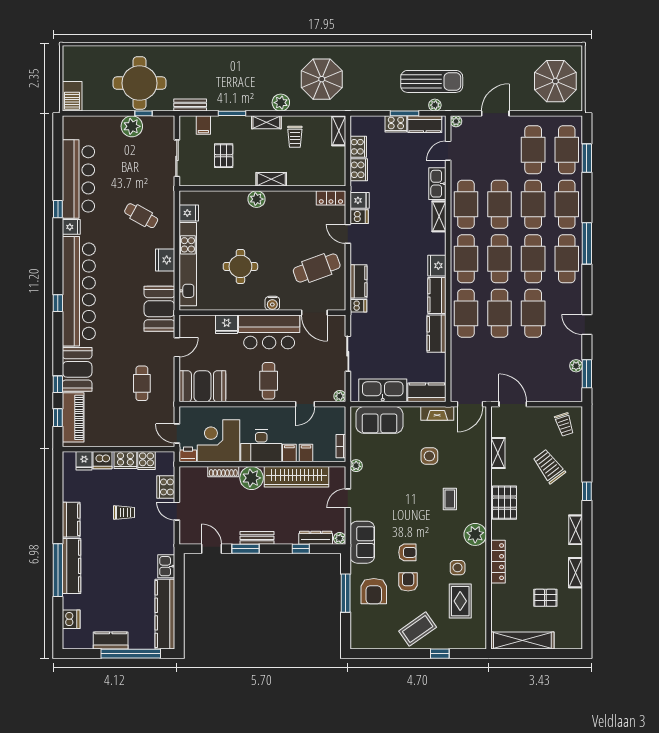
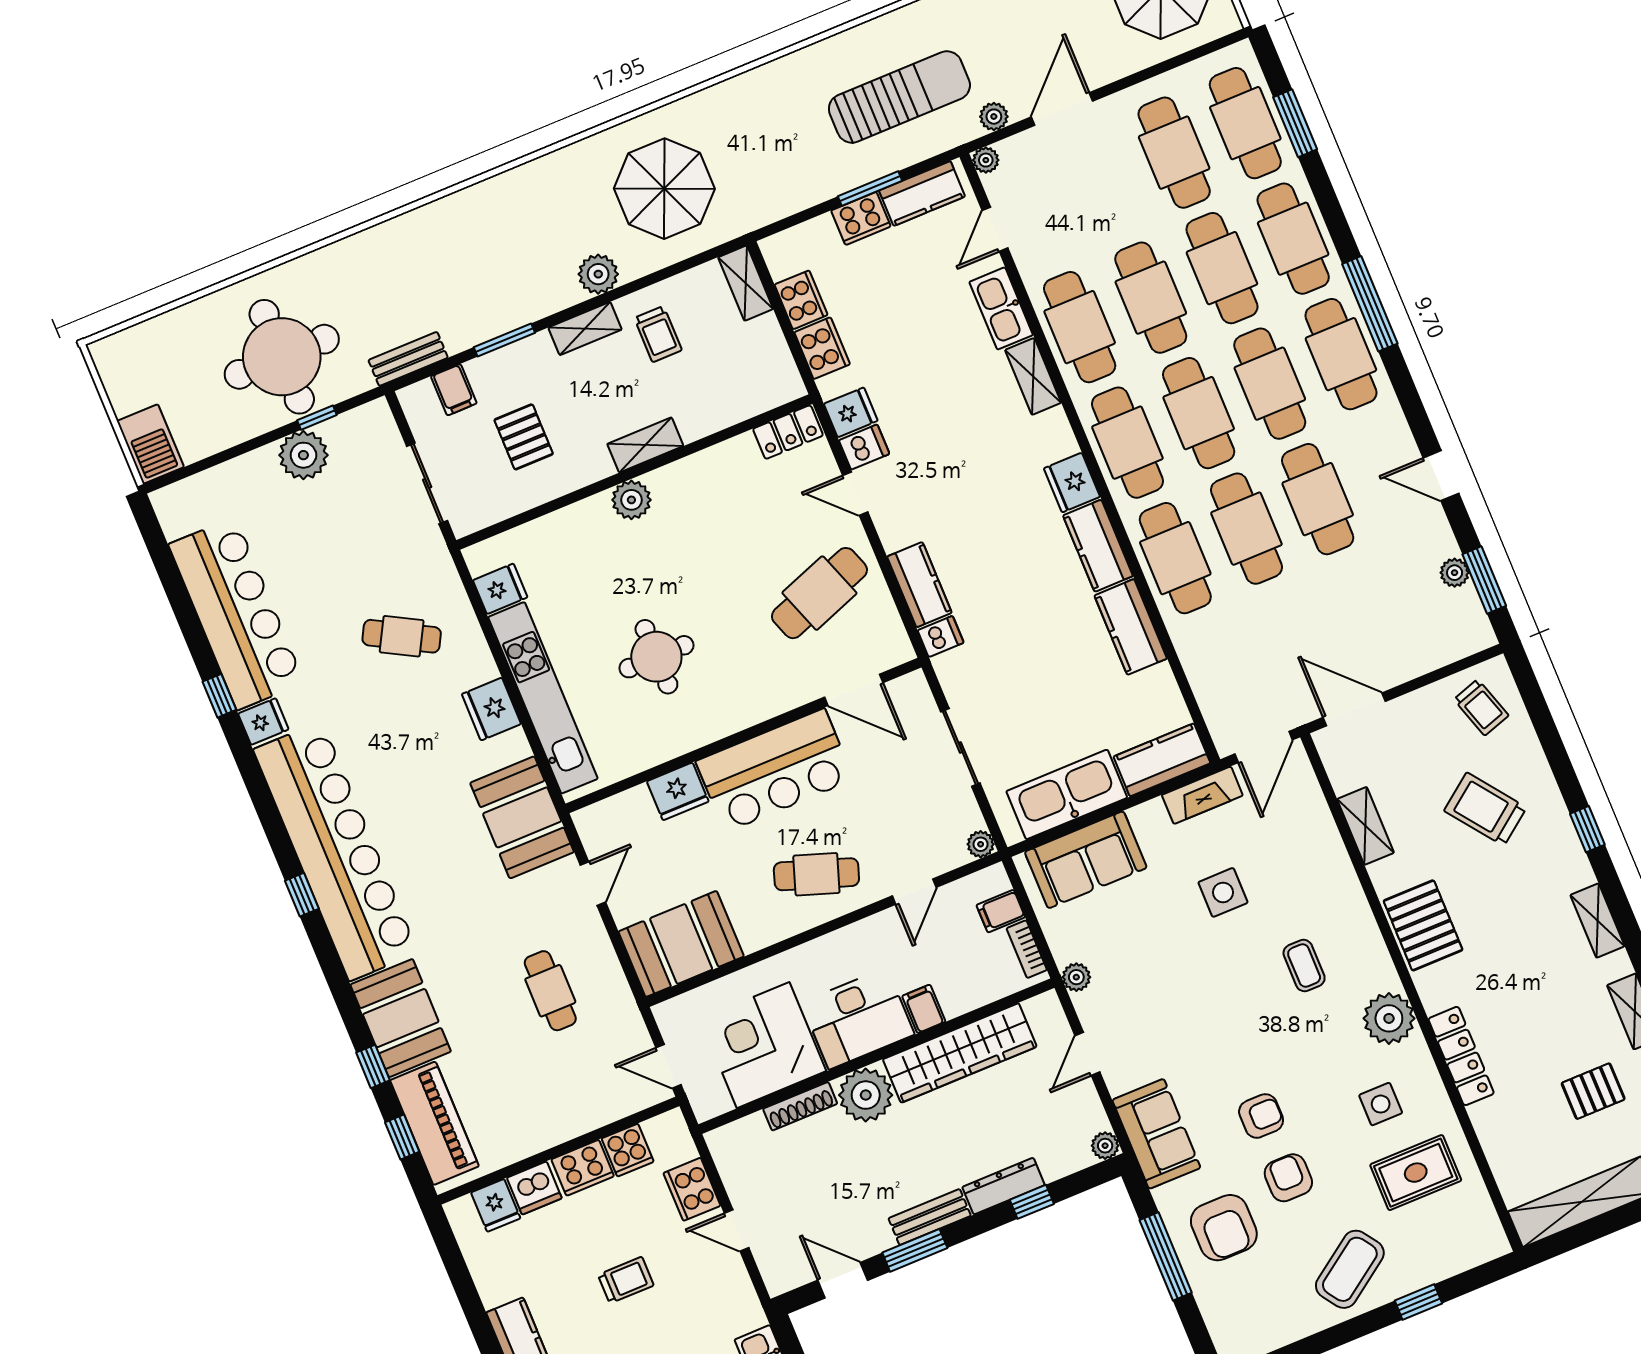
plant: (435, 105) -> (994, 117), moved
water cooler: (272, 303) -> (756, 707), removed
cafe table: (269, 381) -> (816, 874), turned -71
filing cabinet: (306, 453) -> (1001, 911), moved, turned -90
printer: (188, 454) -> (710, 1101), removed
dresser: (316, 538) -> (1003, 1186), moved
rug: (460, 601) -> (1416, 1173), turned 90

